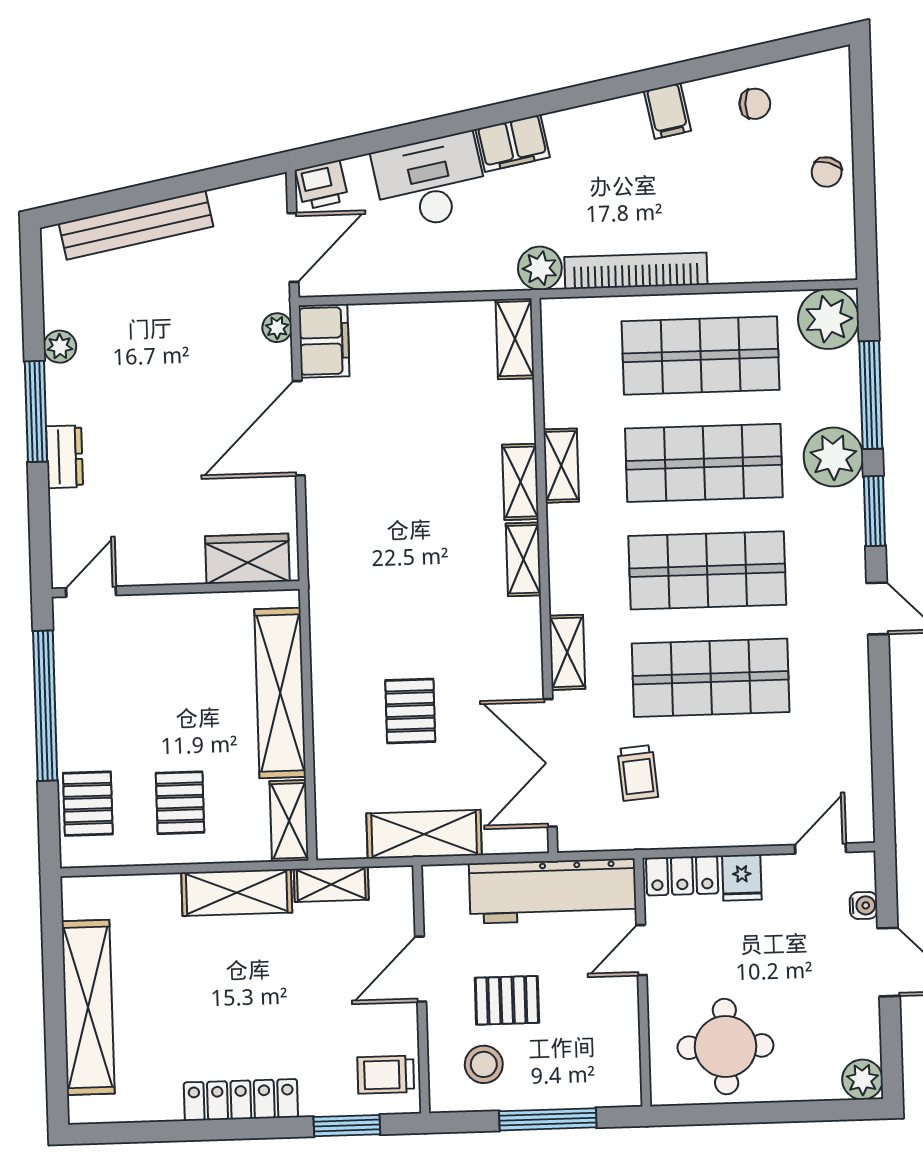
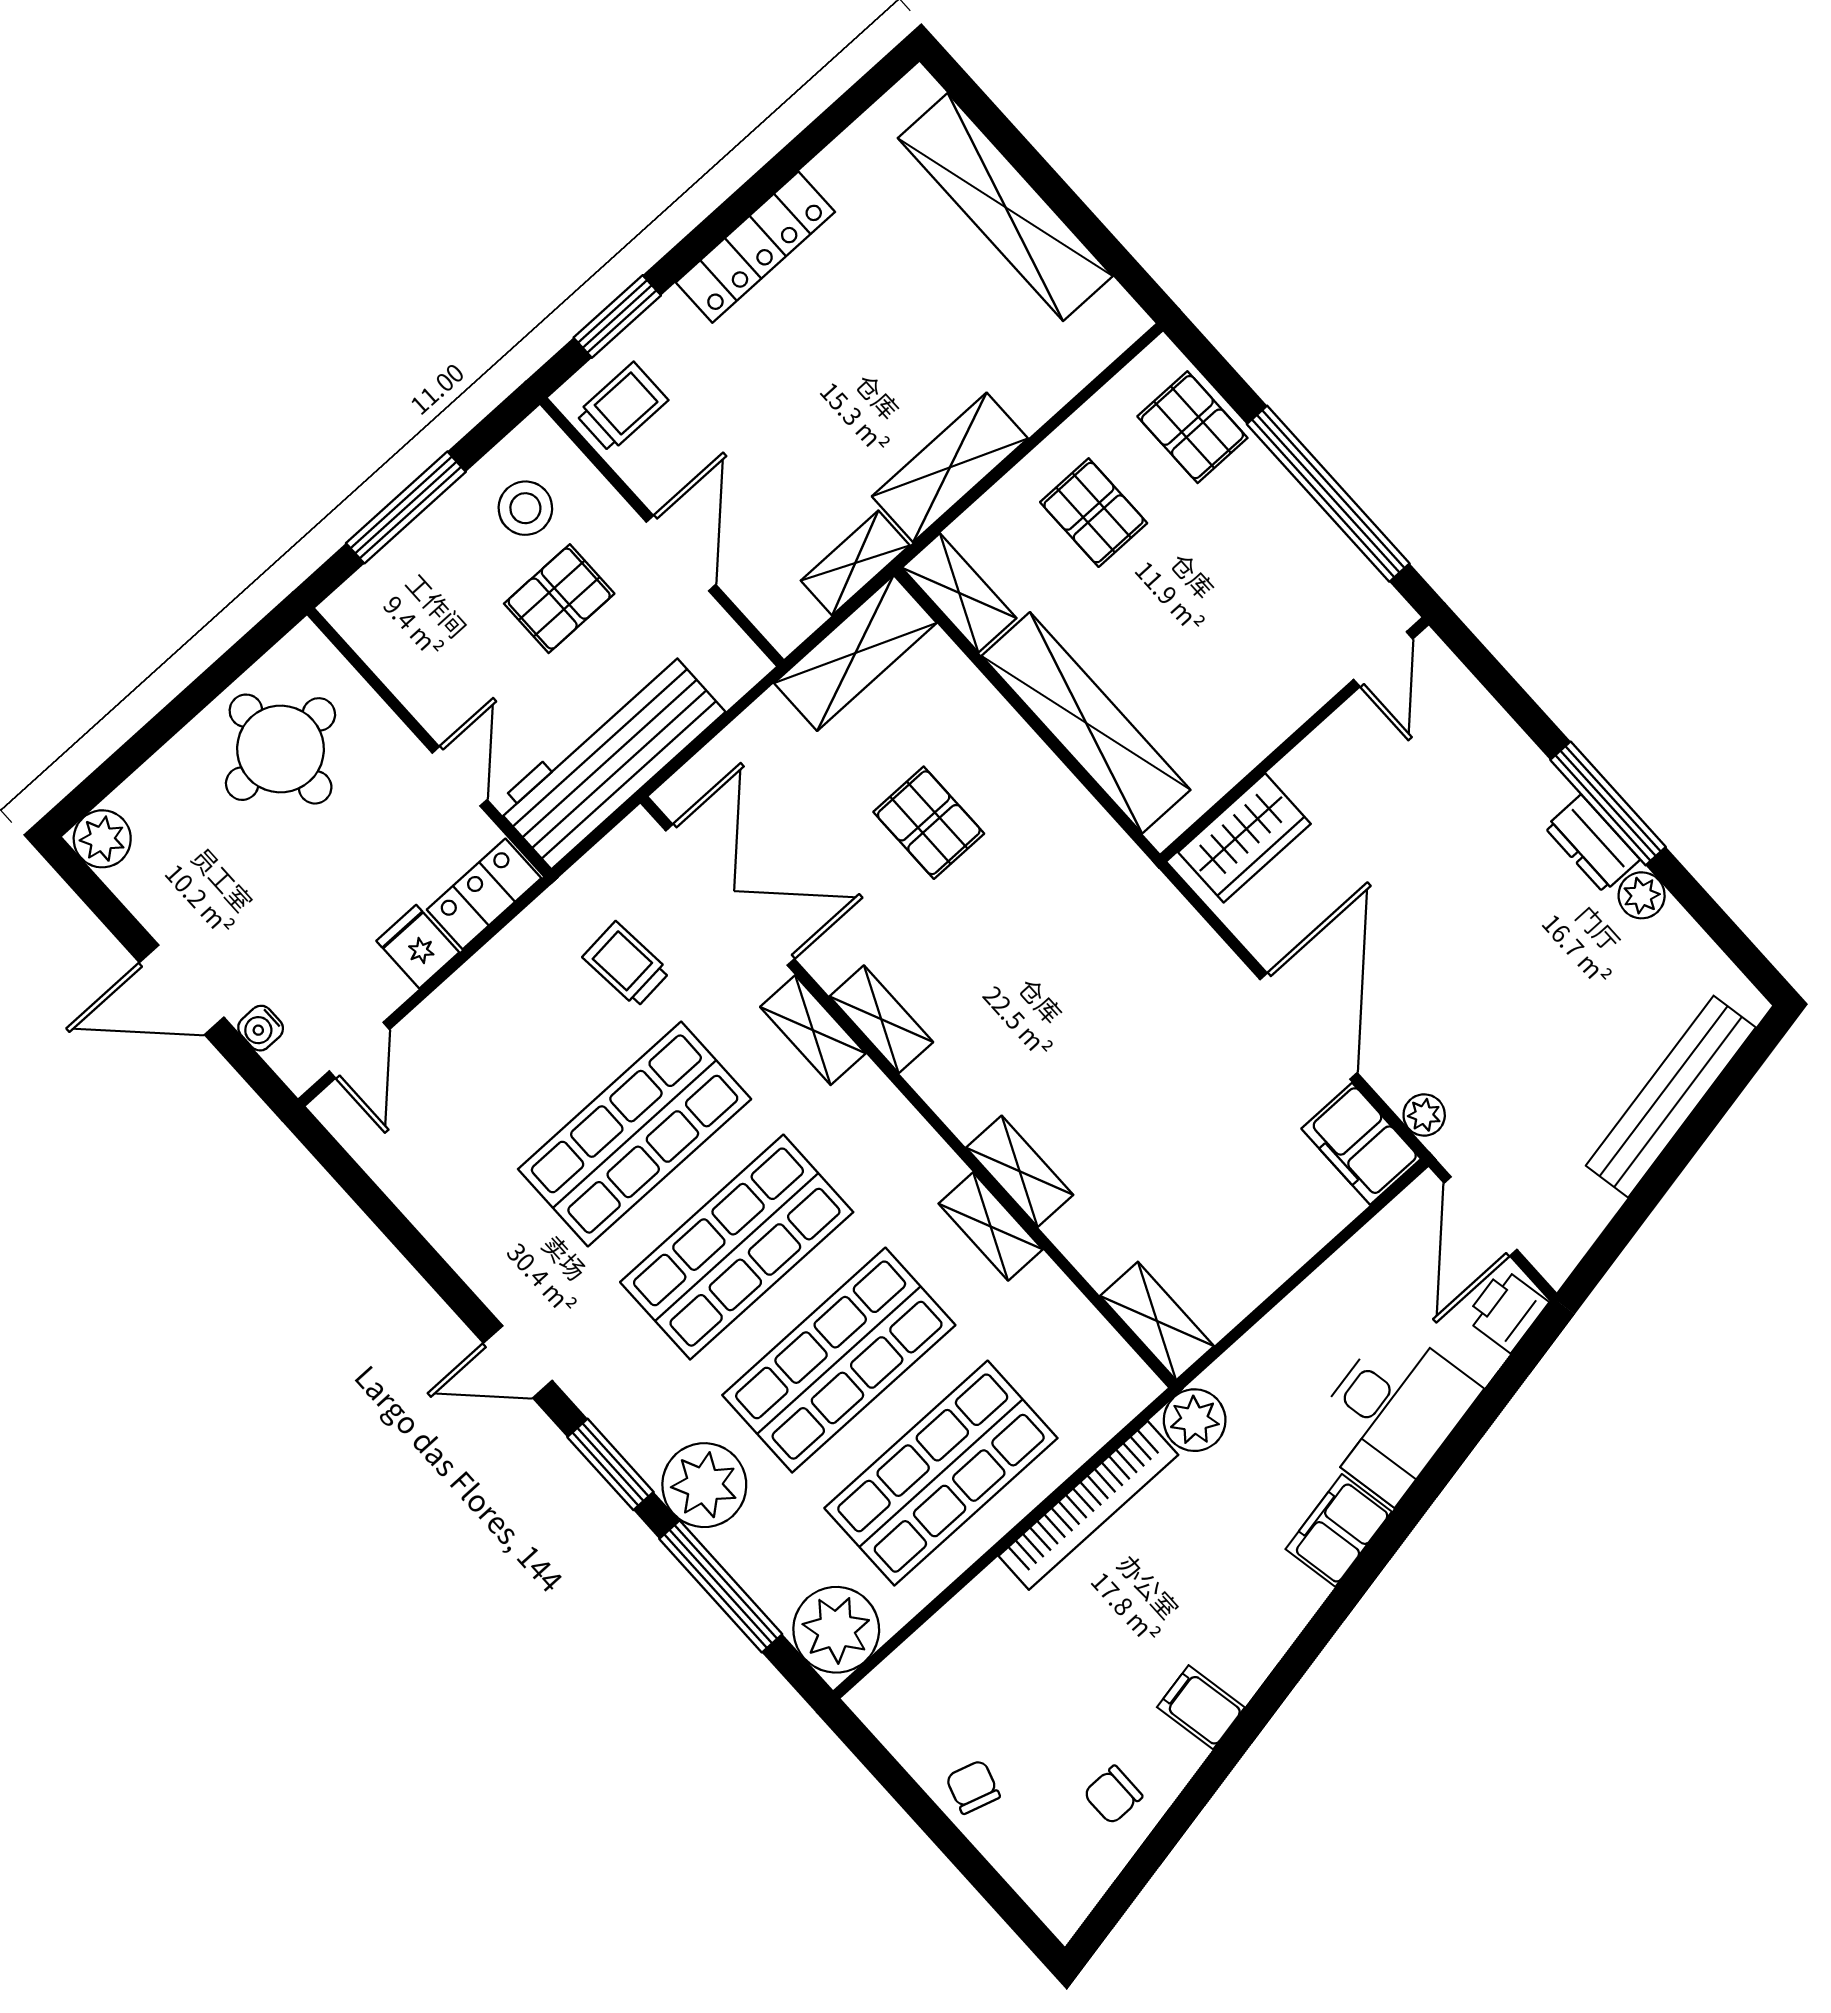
dresser: (65, 457) -> (1592, 844), moved
shelving: (523, 559) -> (881, 1019), moved
shelving: (424, 834) -> (855, 653), moved

